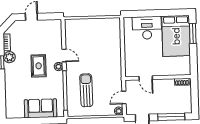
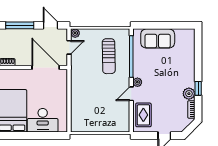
door: (64, 55) -> (131, 94), hinge flipped
rug: (39, 66) -> (143, 115), moved
door: (146, 78) -> (46, 67), width x1.87

